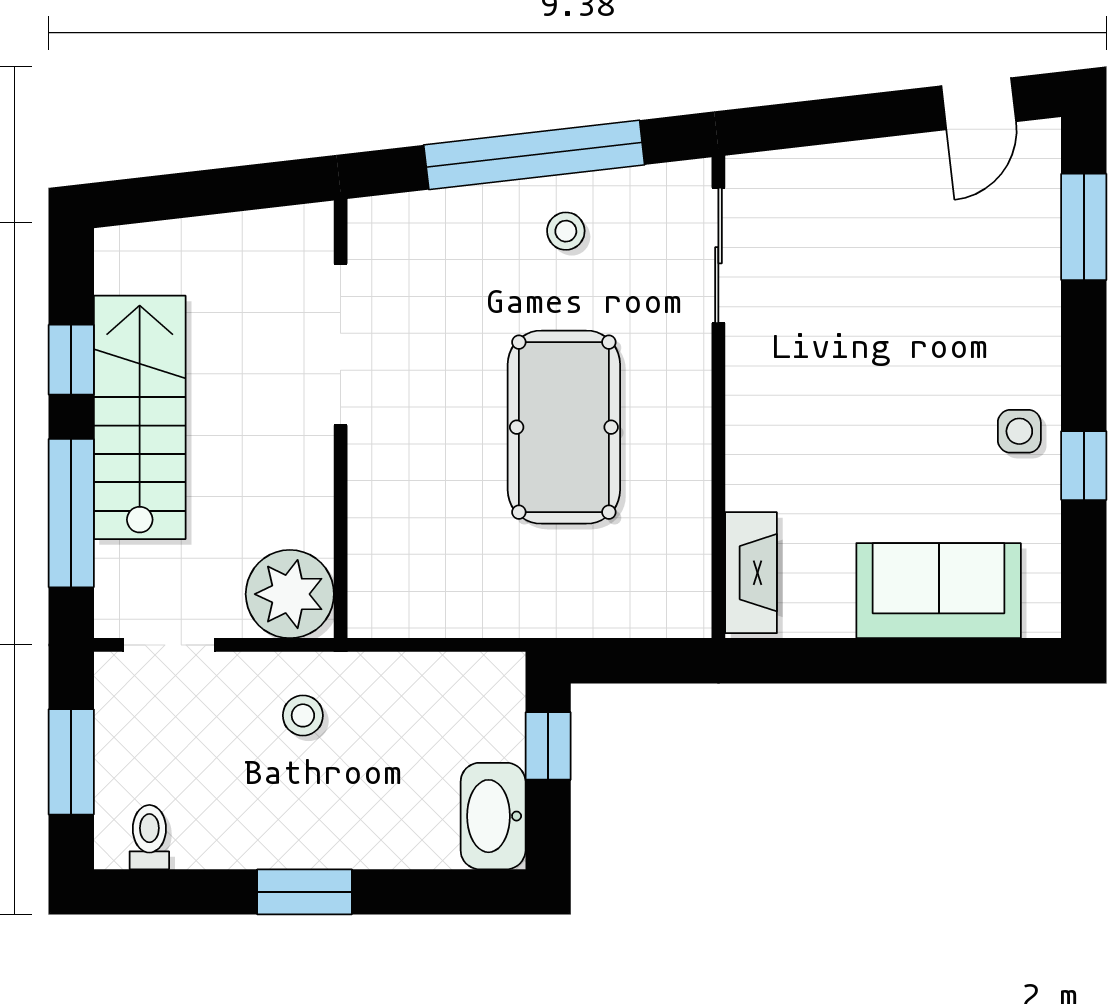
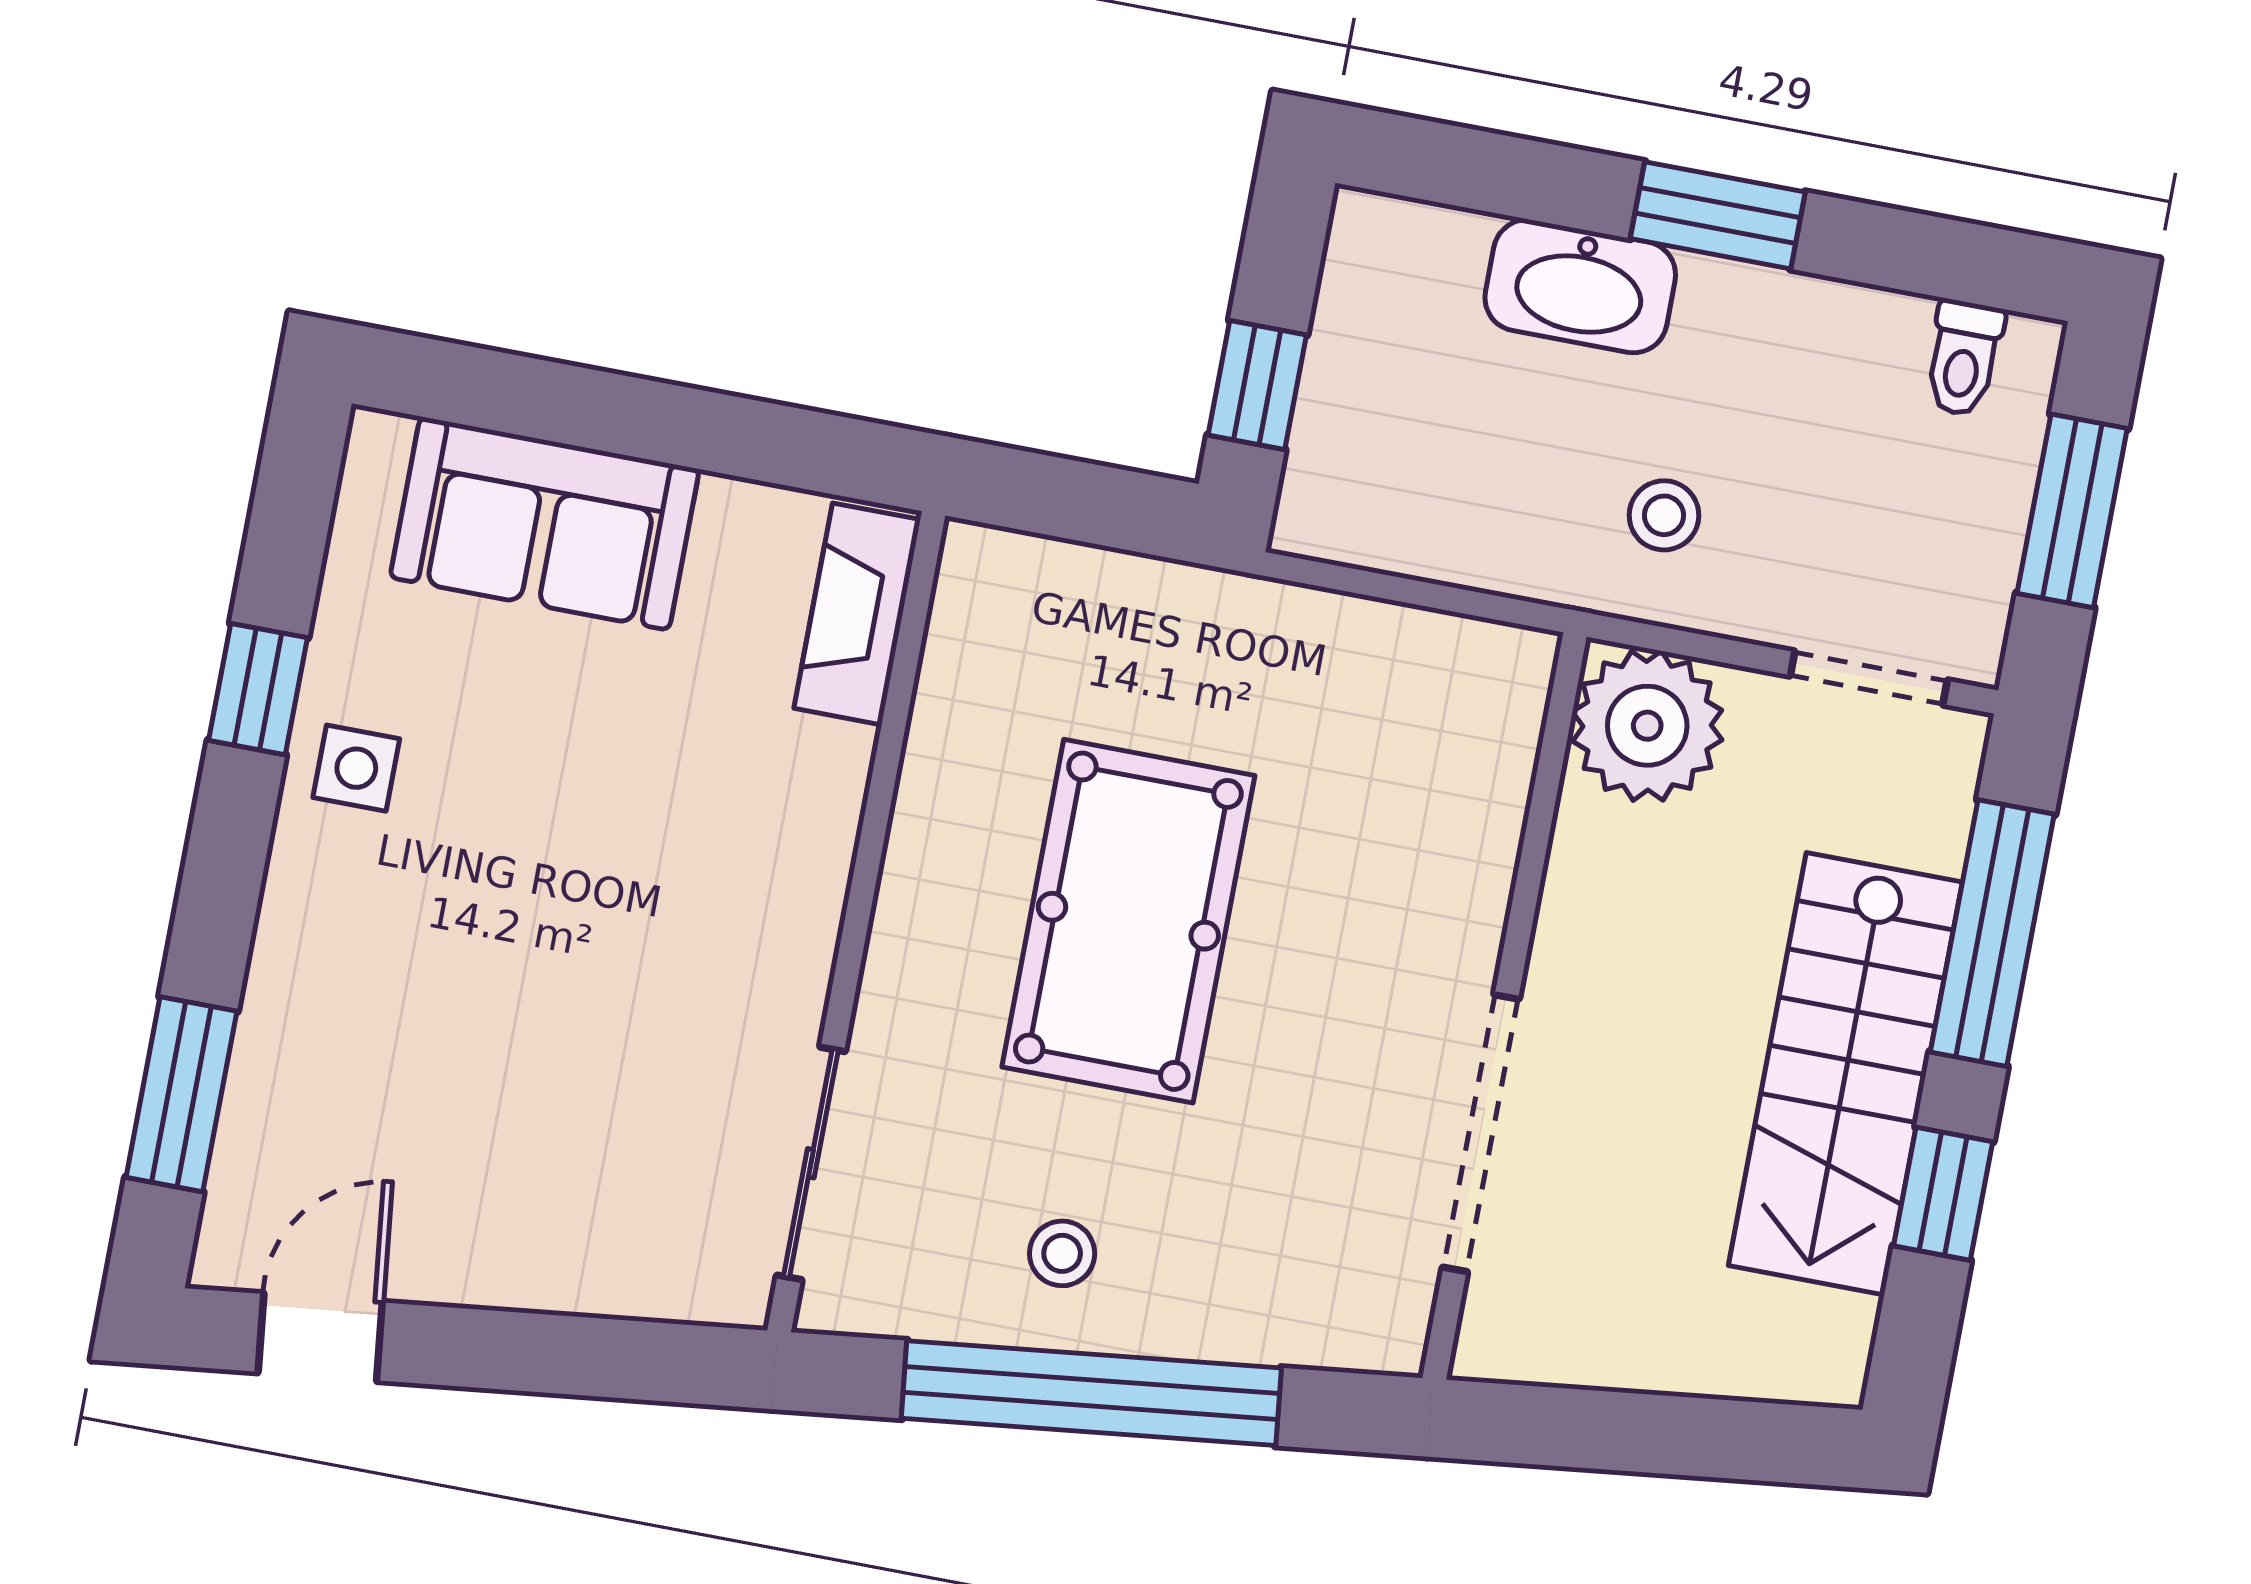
washbasin: (493, 816) -> (1580, 286), moved, turned 90

